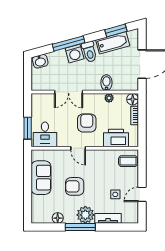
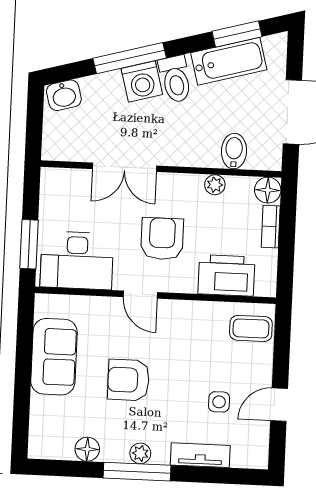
bidet: (106, 83) -> (234, 151), moved
desk: (45, 134) -> (77, 260), width x1.37
plant: (85, 215) -> (140, 453), width x0.53, depth x0.53

